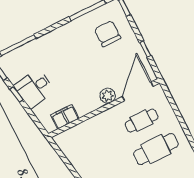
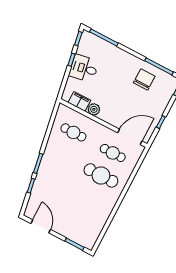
chair: (108, 34) -> (144, 79), moved
plant: (108, 96) -> (94, 109), moved
cafe table: (92, 146) -> (73, 132), added

